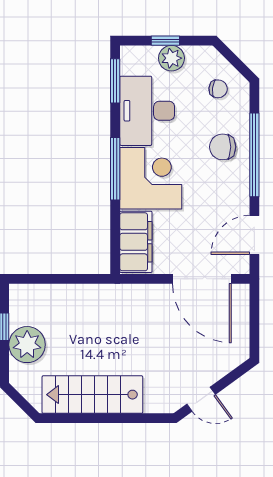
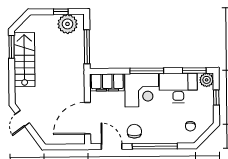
plant: (171, 58) -> (207, 80), moved
chair: (223, 147) -> (134, 131), moved
window: (70, 279) -> (87, 47), added
plant: (27, 345) -> (68, 24), moved
window: (69, 418) -> (12, 47), added

